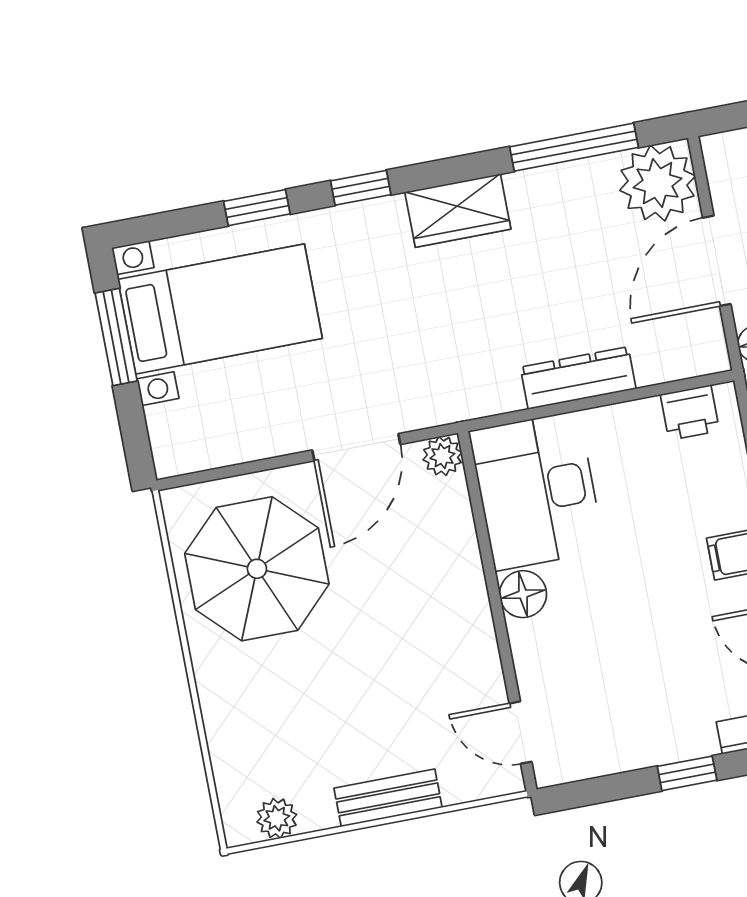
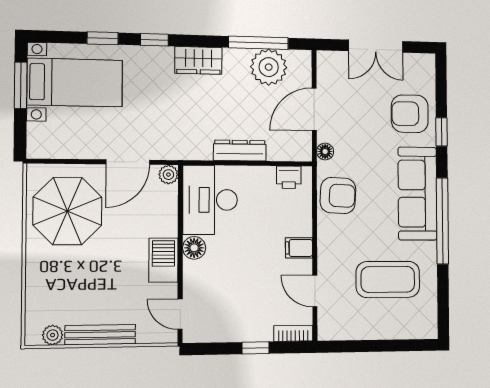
plant: (658, 183) -> (269, 67), moved
barbecue: (466, 630) -> (163, 260), added
bench: (388, 798) -> (100, 335), width x1.36

